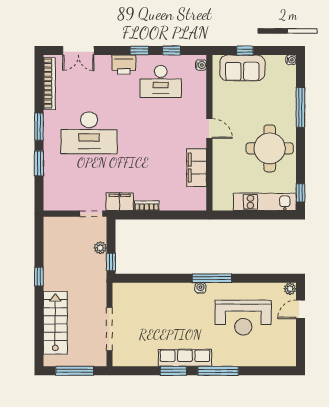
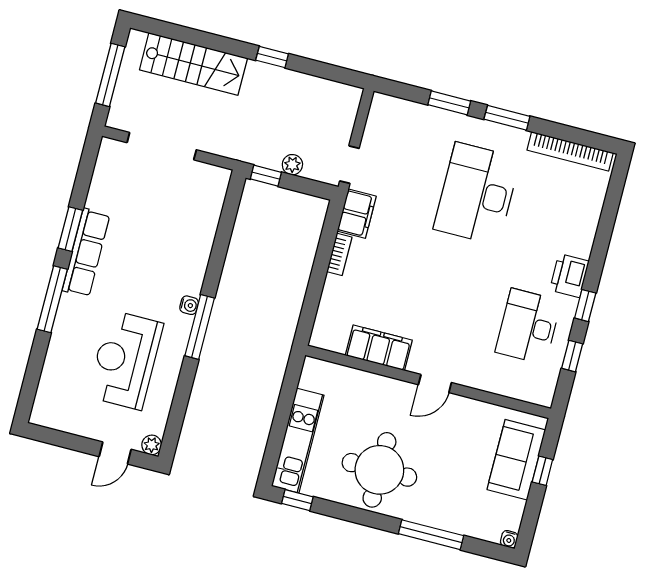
double door: (78, 51) -> (610, 210), removed
water cooler: (201, 65) -> (538, 396), removed
door: (300, 309) -> (115, 453), swing flipped

